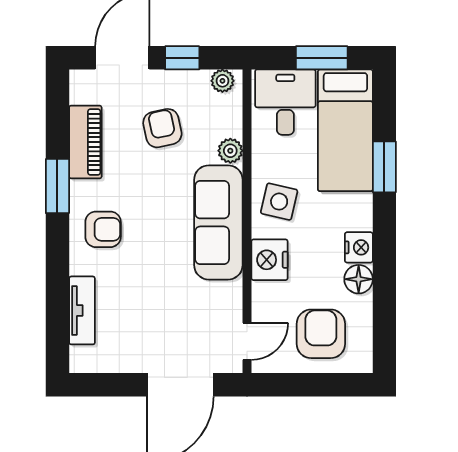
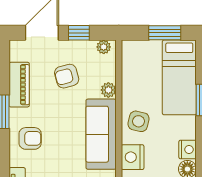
desk: (285, 102) -> (142, 60), removed
armchair: (162, 128) -> (67, 76), turned -93

